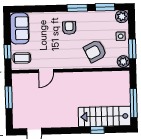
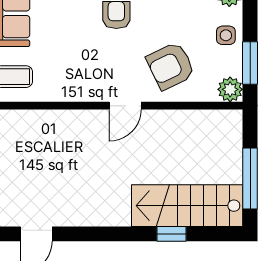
door: (46, 71) -> (125, 106), moved

